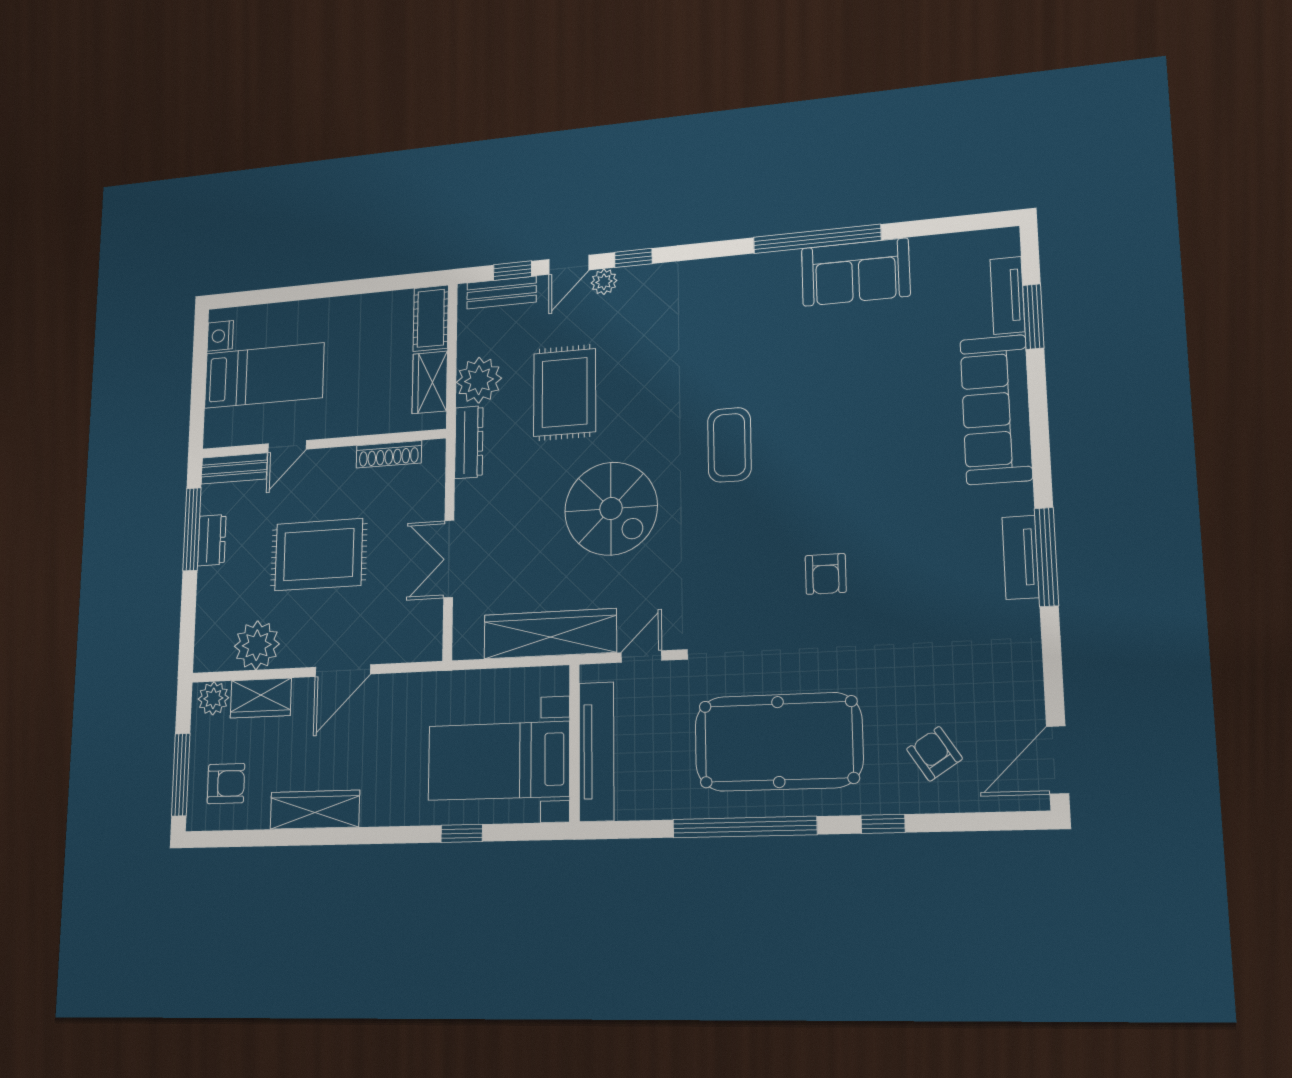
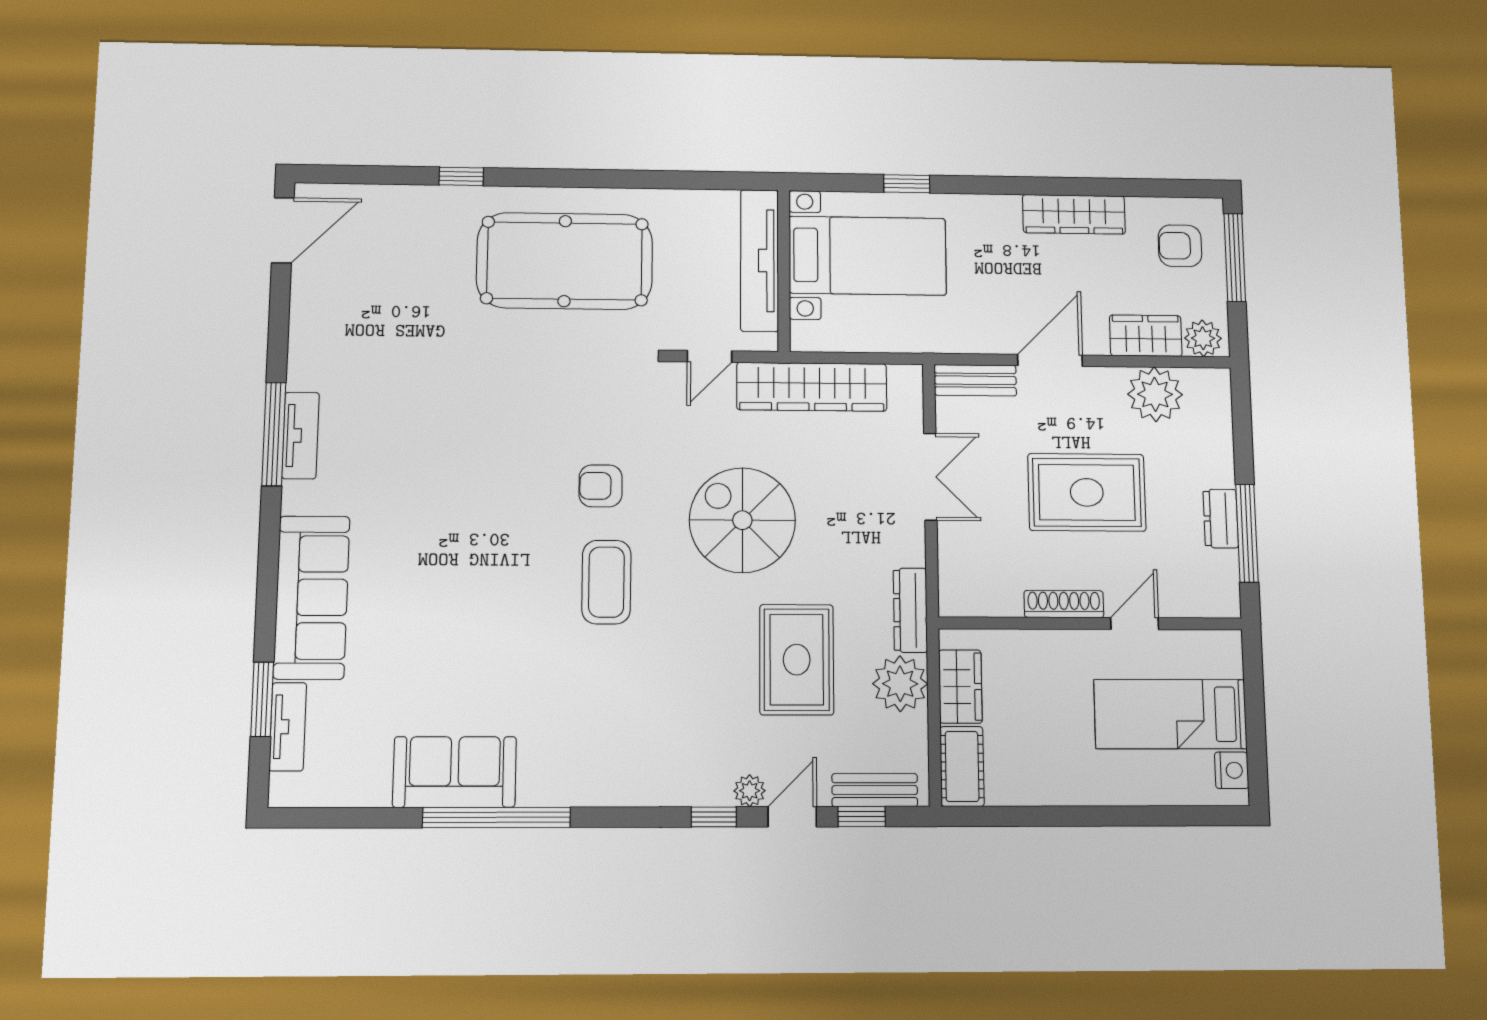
shoe rack: (389, 454) -> (1064, 604), moved
bench: (234, 468) -> (975, 380), moved
armchair: (826, 574) -> (601, 486), moved, turned -90
armchair: (934, 754) -> (405, 242), removed
window: (744, 827) -> (603, 179), removed

